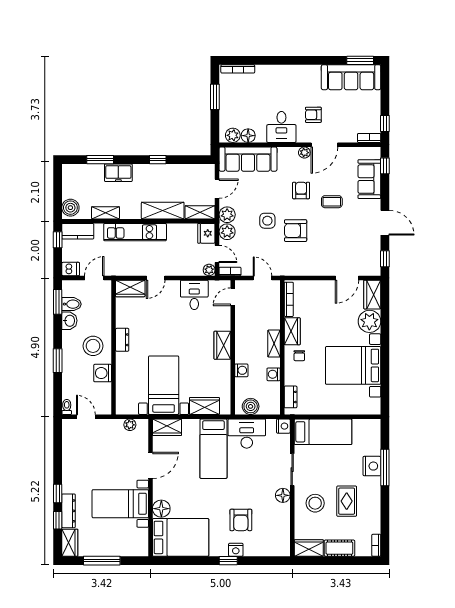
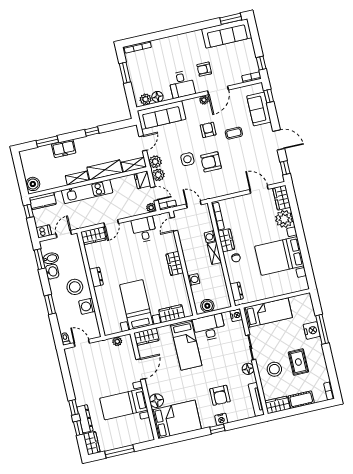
shelving: (105, 213) -> (77, 178), moved
door: (347, 278) -> (259, 189), swing flipped
washing machine: (274, 374) -> (210, 237), moved
tv unit: (284, 535) -> (256, 399), added

